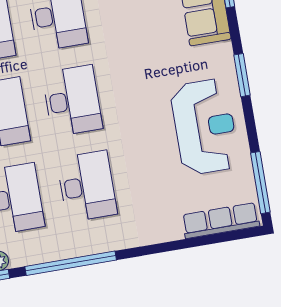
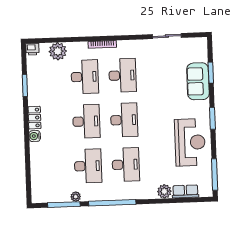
row of seats: (221, 221) -> (185, 191), width x0.68
plant: (168, 228) -> (164, 191), added

